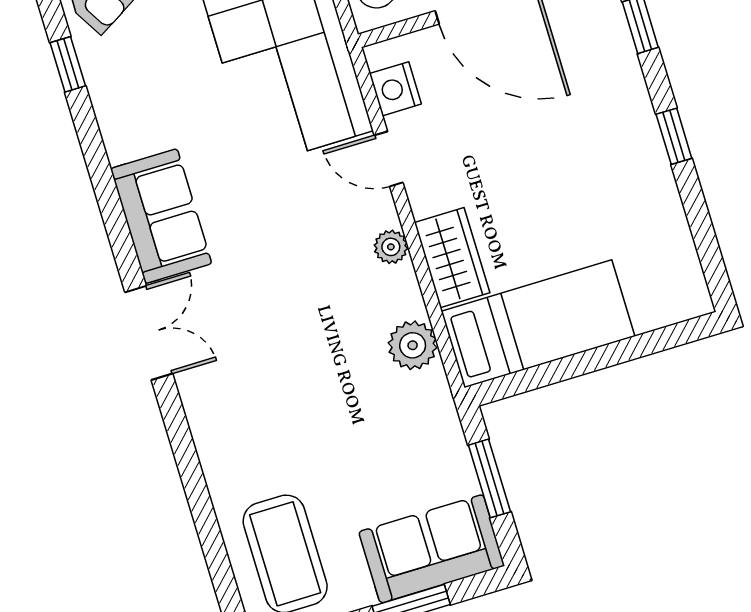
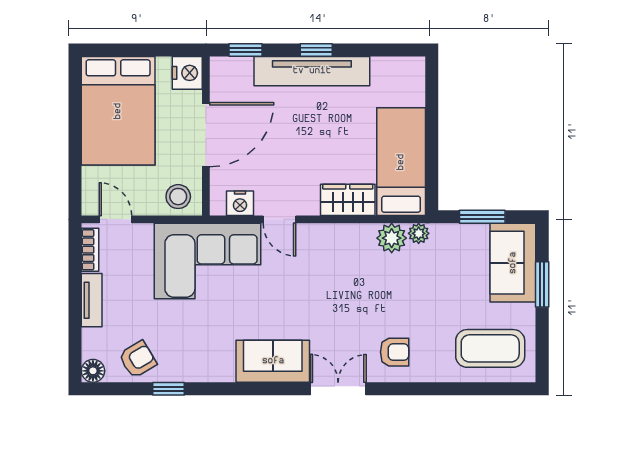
tv unit: (638, 140) -> (312, 71), added
door: (389, 159) -> (279, 219), hinge flipped
plant: (391, 247) -> (419, 233), moved
armchair: (234, 404) -> (395, 352), added

